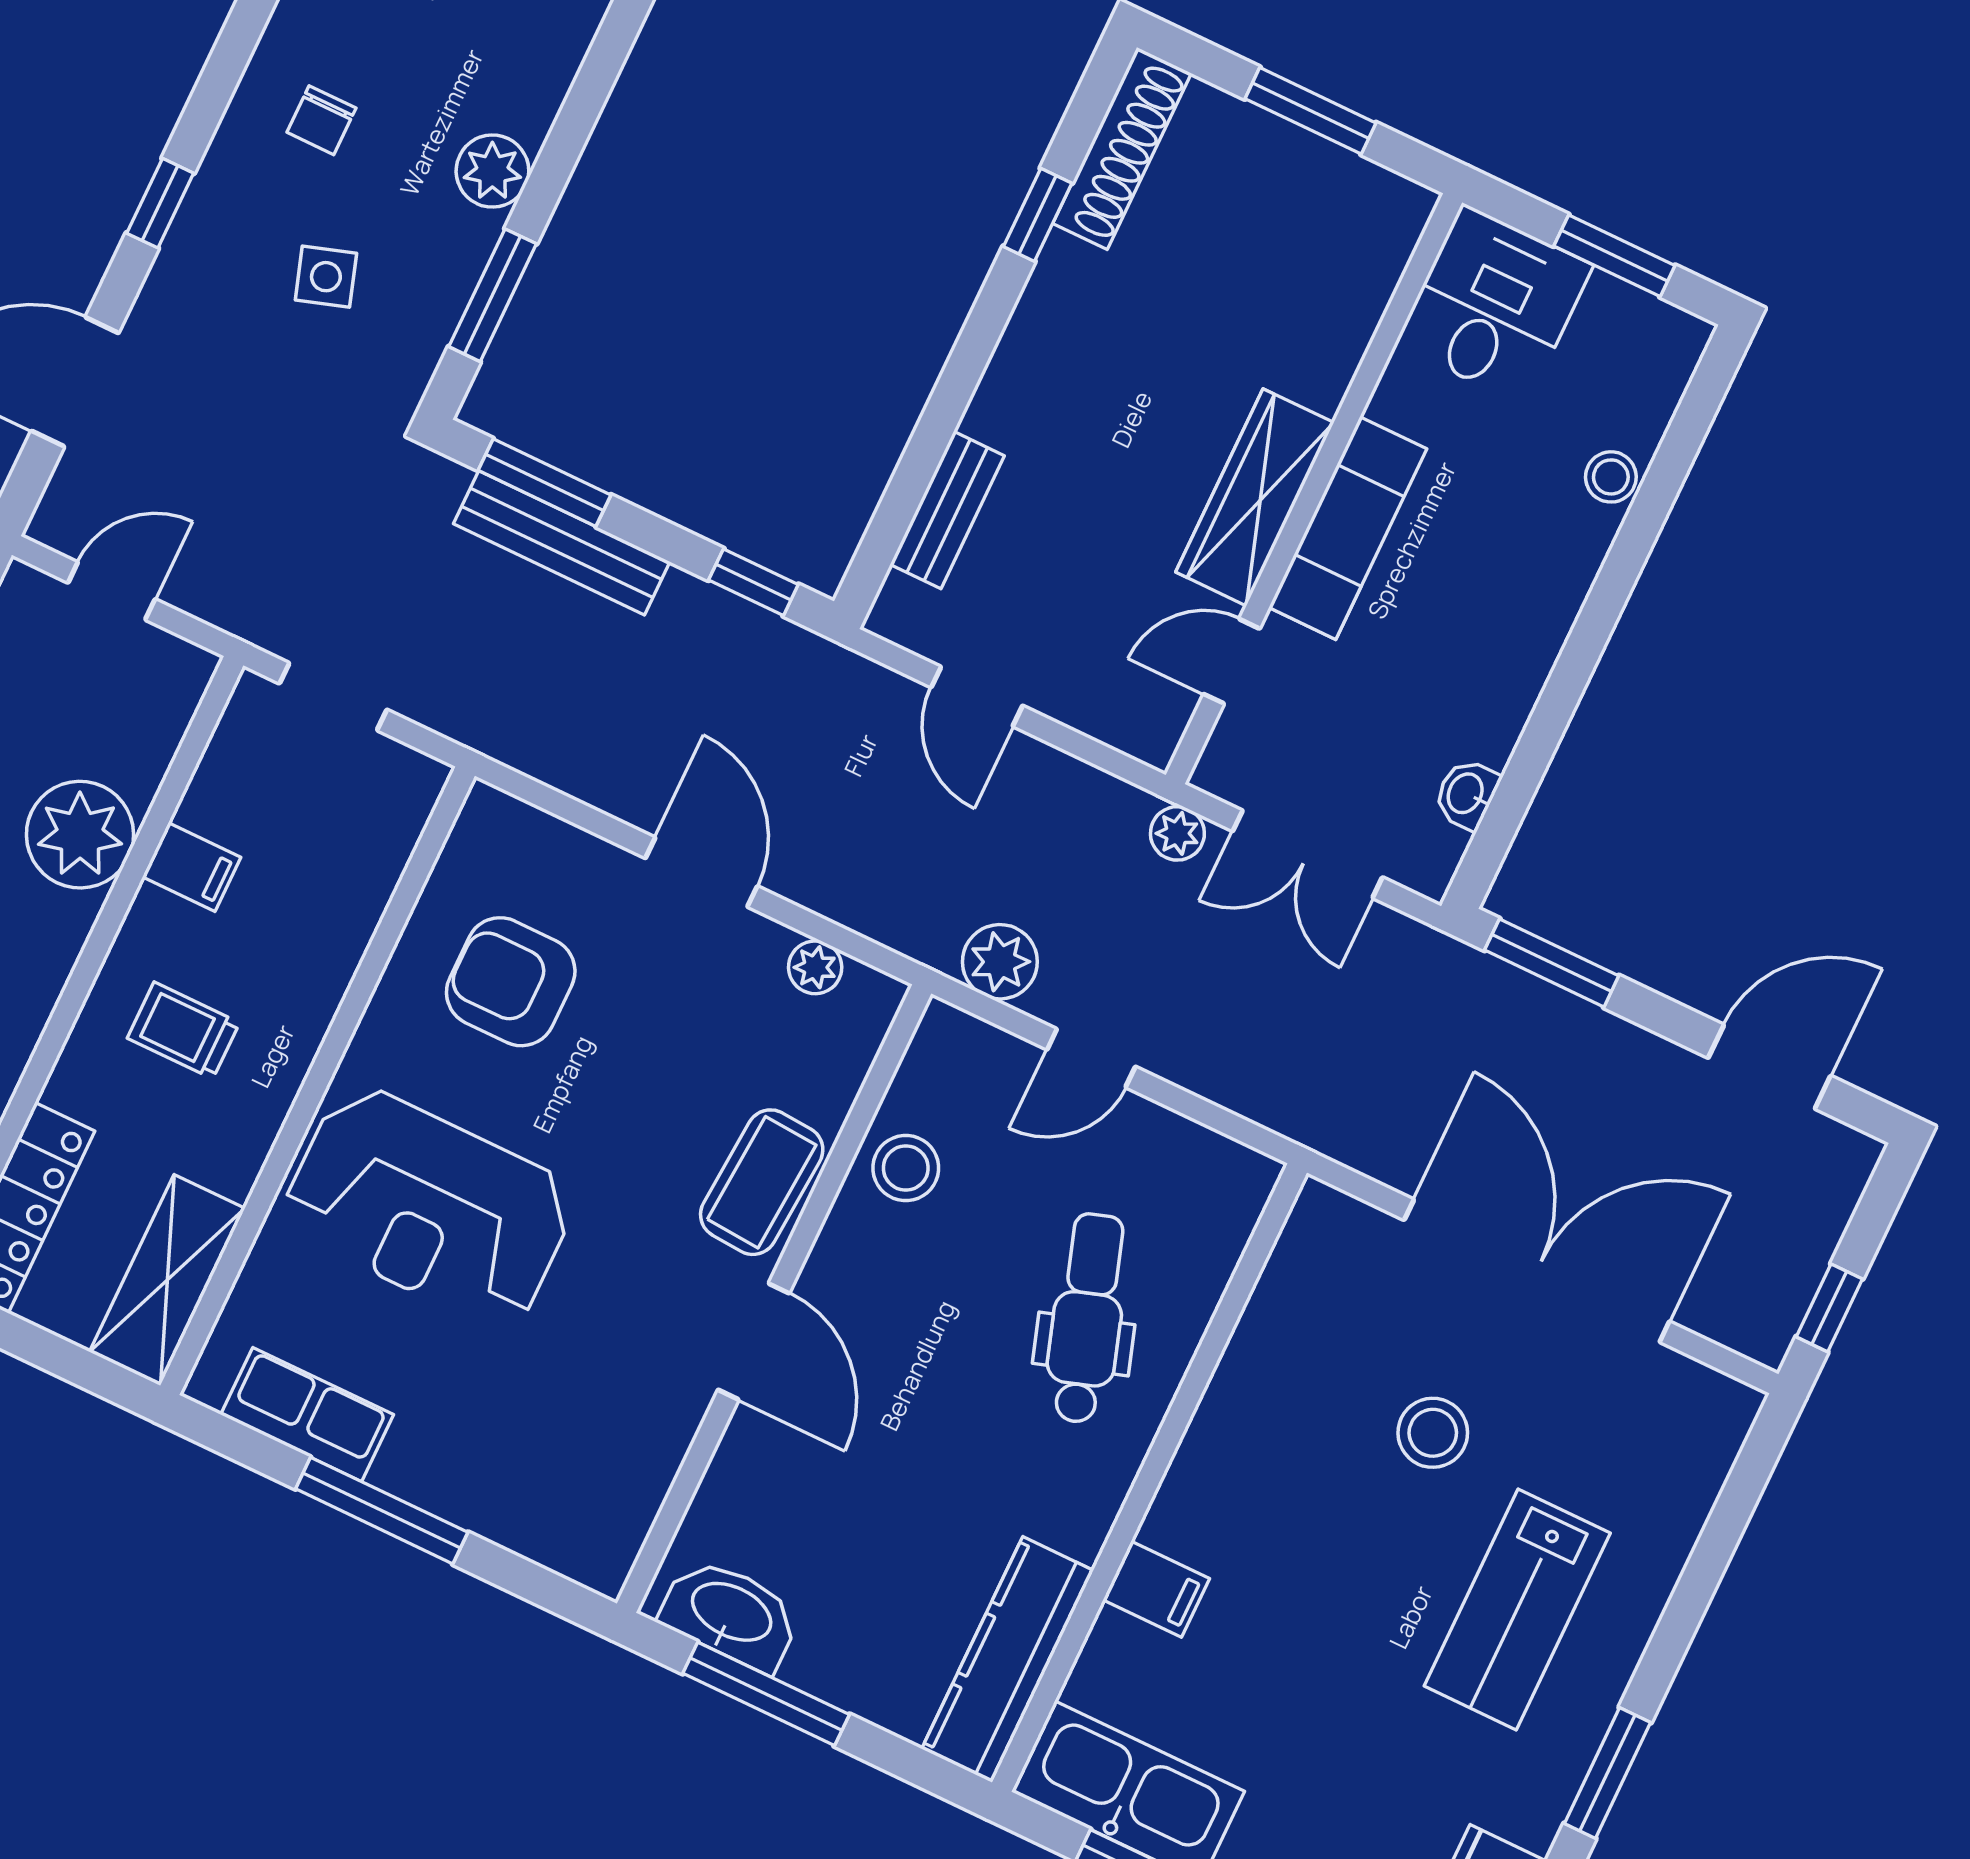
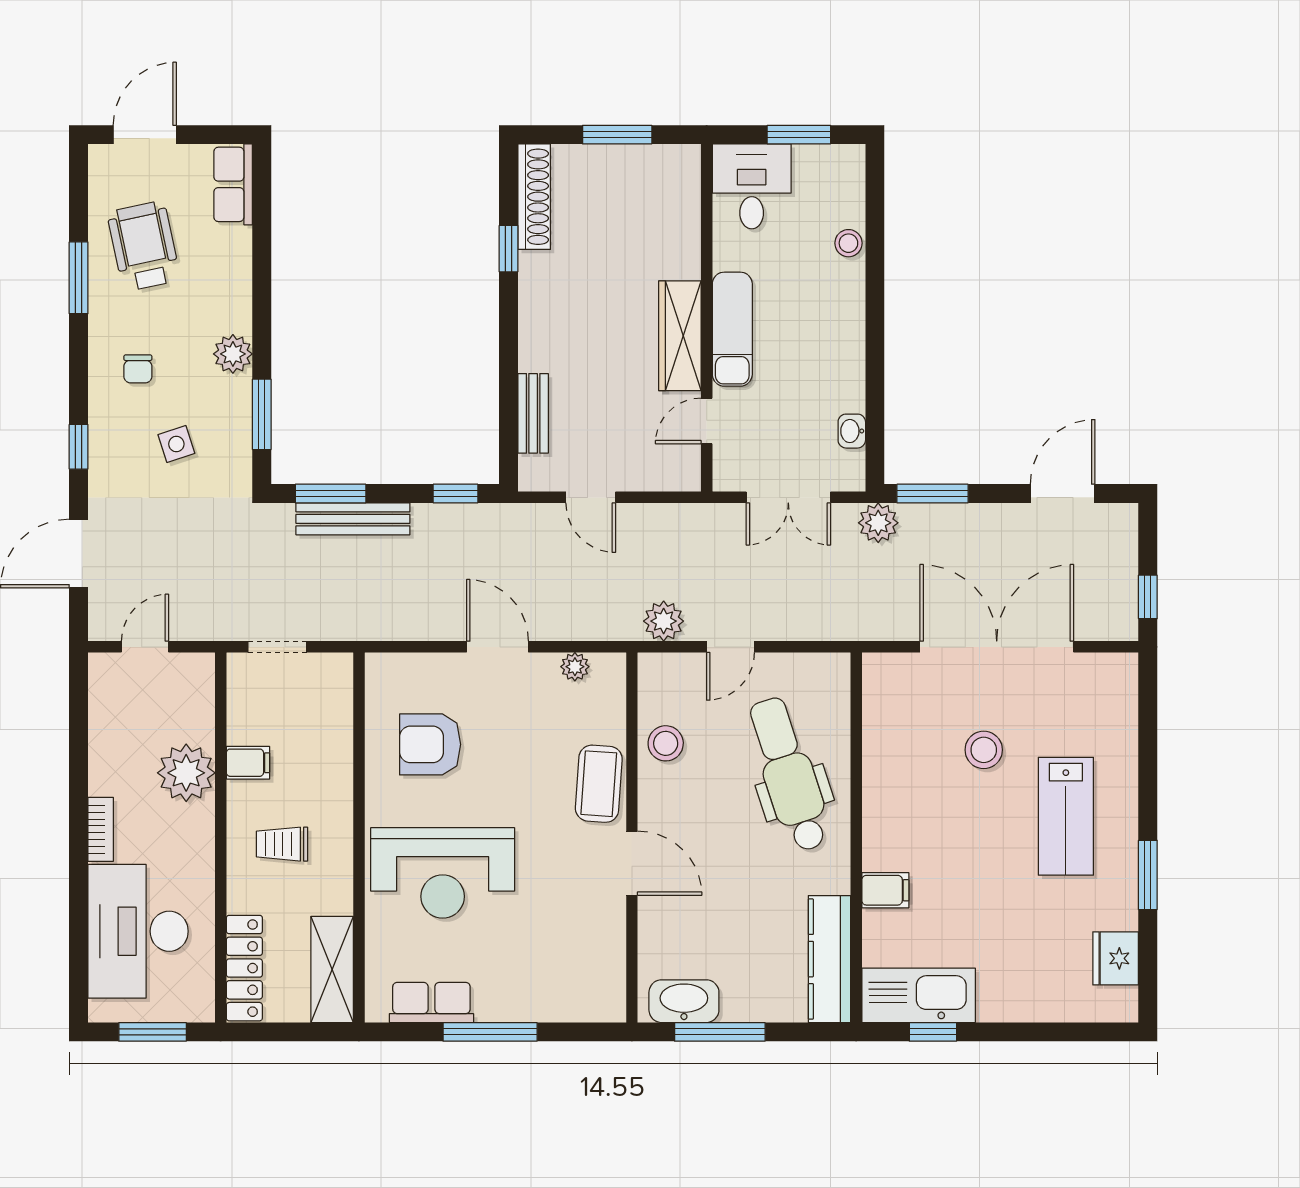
plant: (1177, 833) -> (878, 523), moved, width x1.38, depth x1.38
dental chair: (1087, 1318) -> (789, 774), width x1.36, depth x1.38

